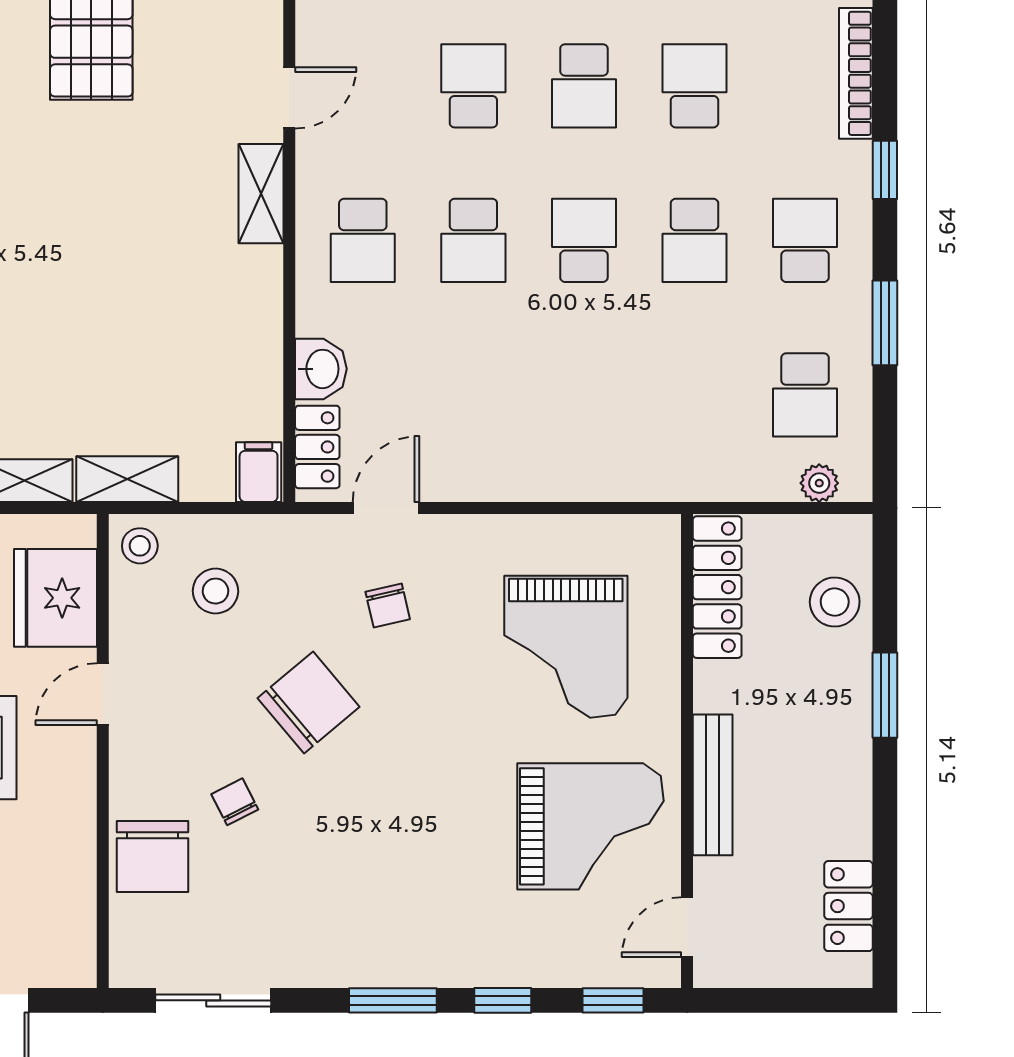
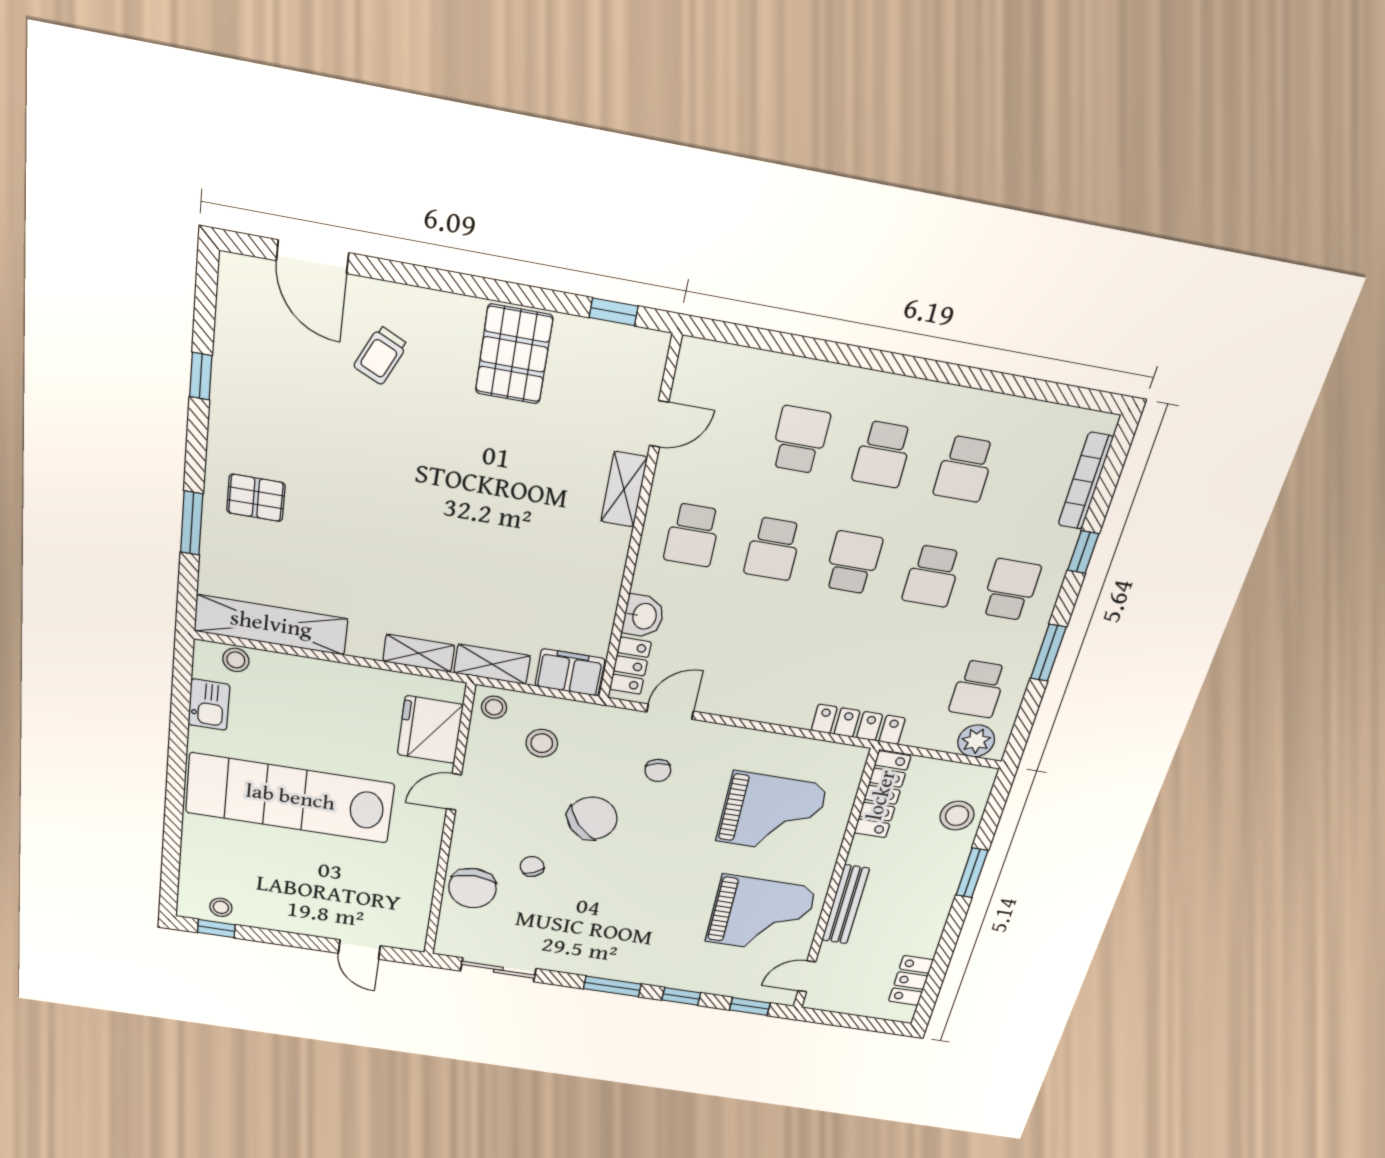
school desk: (694, 86) -> (964, 469), turned 180
filing cabinet: (259, 472) -> (570, 672), width x2.00
locker: (654, 480) -> (858, 724), added
plant: (819, 483) -> (976, 741), width x1.38, depth x1.38
grand piano: (566, 647) -> (772, 813), turned -90

